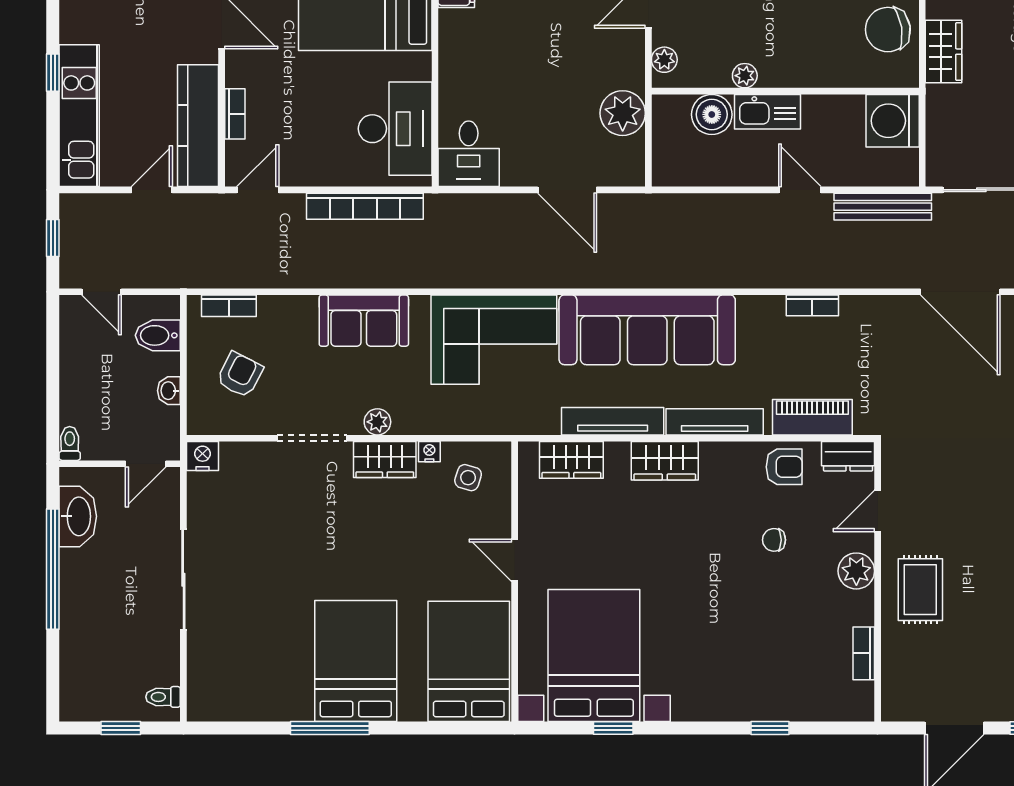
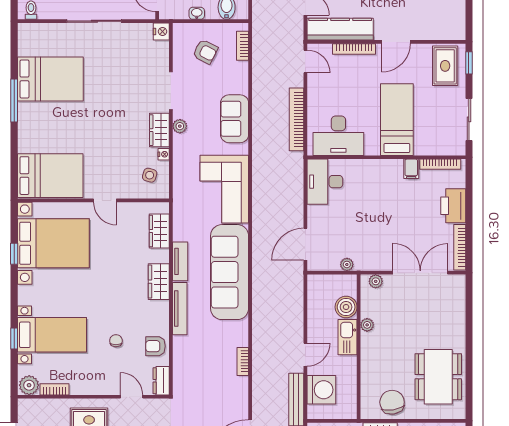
plant: (623, 113) -> (347, 264), width x0.53, depth x0.53
bookcase: (235, 114) -> (354, 49), width x1.56
washing machine: (893, 121) -> (321, 390), moved, turned 90
desk: (469, 154) -> (325, 182), width x1.37
door: (567, 190) -> (305, 244), moved
piano: (812, 417) -> (182, 361), removed
tv unit: (613, 421) -> (180, 261), width x0.71
armchair: (784, 467) -> (155, 346), turned 90
door: (515, 560) -> (105, 200), swing flipped
plant: (856, 571) -> (29, 385), moved
bed with nightstands: (763, 658) -> (52, 335), added
bed: (356, 661) -> (50, 79), moved

